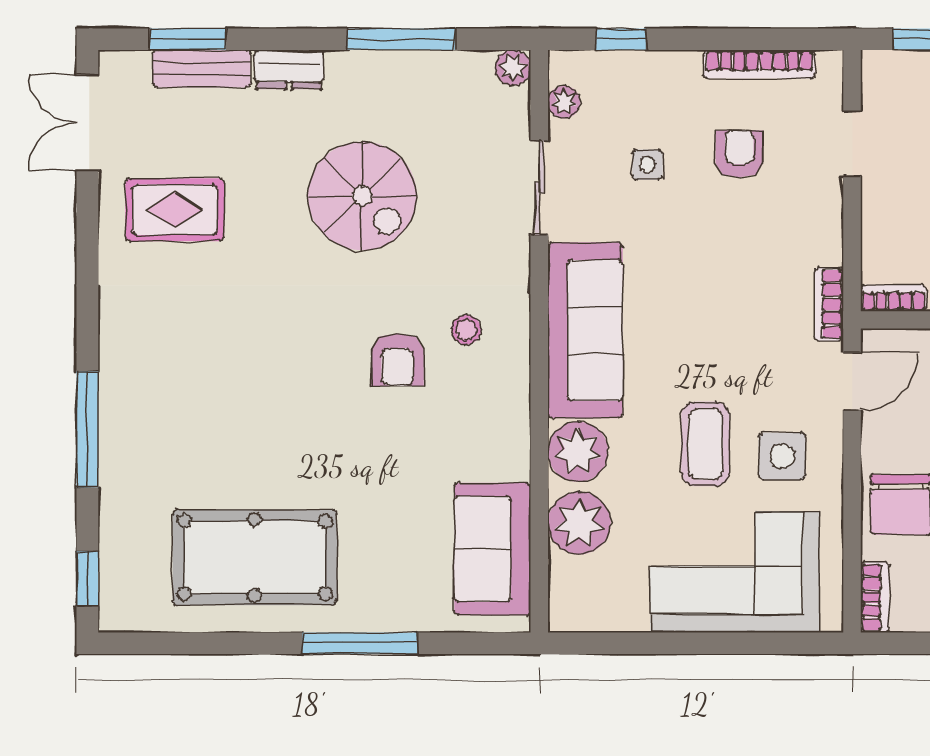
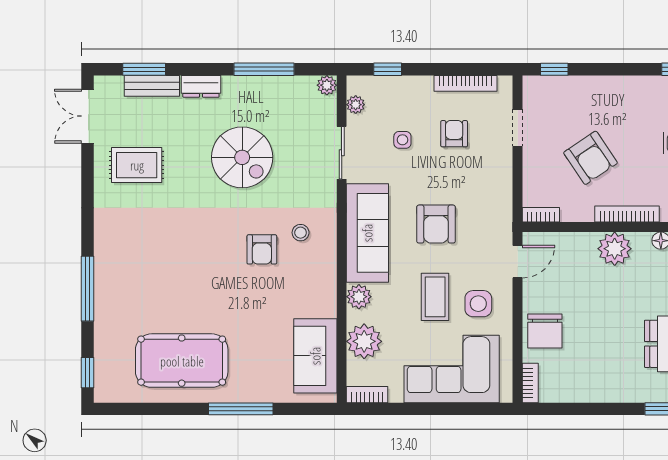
bookcase: (829, 304) -> (367, 395), moved, turned 90
armchair: (707, 315) -> (436, 224), added
plant: (578, 452) -> (359, 297), width x0.73, depth x0.73

